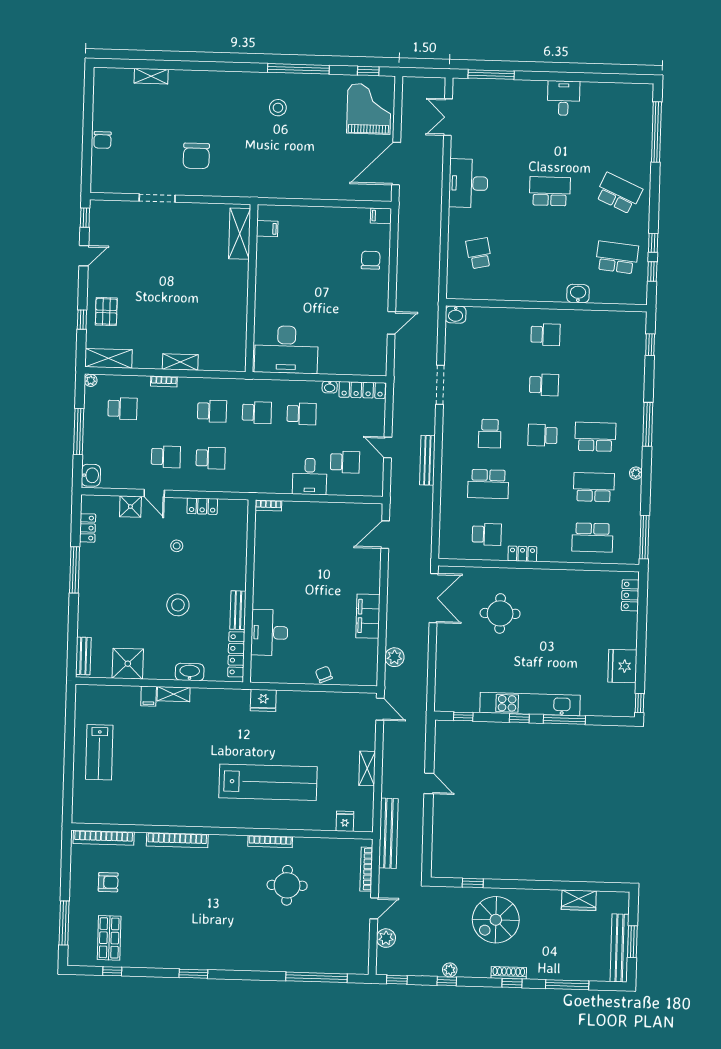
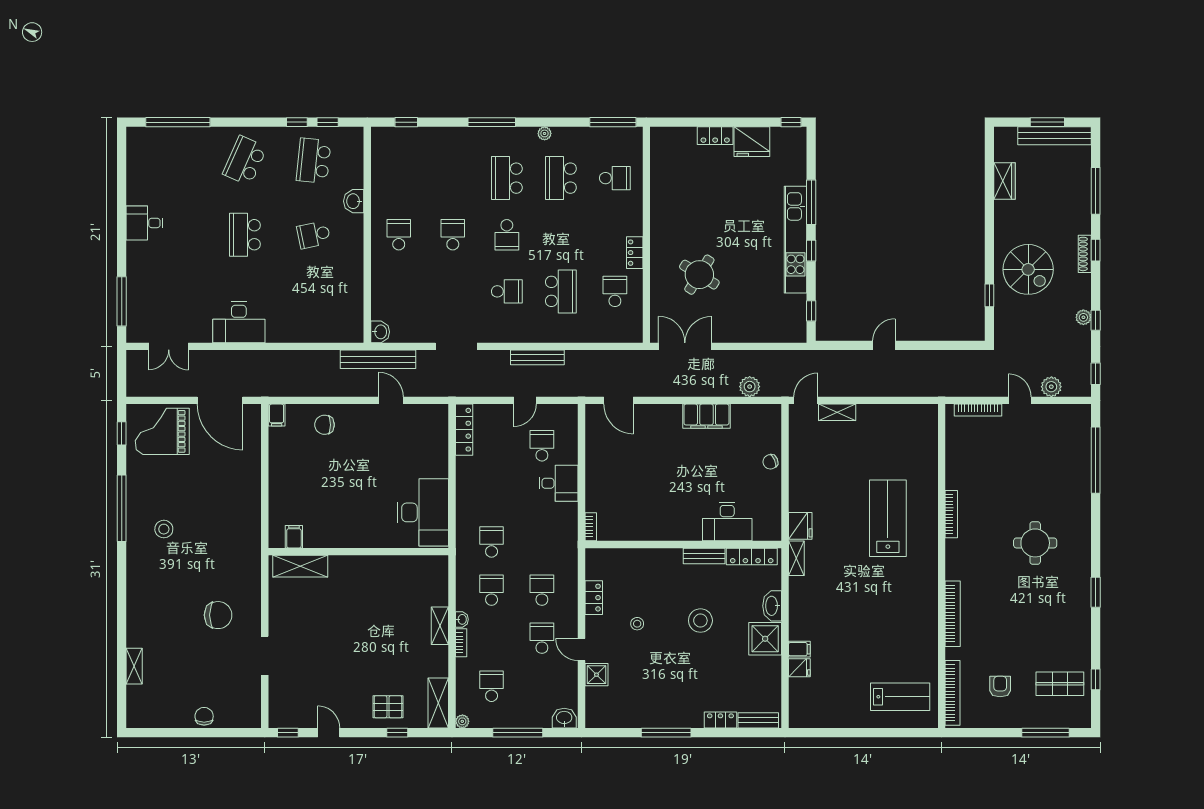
chair: (102, 140) -> (204, 716), turned -90
school desk: (479, 253) -> (314, 235), moved
washbasin: (330, 387) -> (462, 619), moved
school desk: (302, 414) -> (492, 494), removed
door: (154, 493) -> (582, 650), swing flipped
locker: (88, 528) -> (720, 720), moved
school desk: (592, 537) -> (615, 178), width x0.54
locker: (630, 595) -> (715, 136), moved
round table: (500, 613) -> (699, 275), turned 32
shower: (128, 664) -> (765, 639), moved
shelving: (174, 694) -> (796, 558), moved
lab bench: (99, 752) -> (900, 697), moved
shelving: (367, 768) -> (837, 412), moved
lab bench: (268, 782) -> (888, 518), width x0.73
fridge: (345, 821) -> (799, 668), moved, turned 180
bench: (388, 833) -> (378, 359), moved
round table: (287, 885) -> (1035, 543), moved

